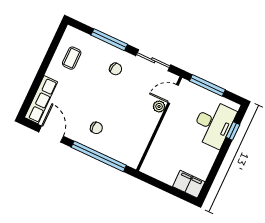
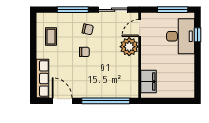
window: (207, 85) -> (173, 10), moved
plant: (159, 106) -> (129, 47), width x1.88, depth x1.88
chair: (96, 128) -> (84, 52), moved
filing cabinet: (189, 184) -> (148, 82), moved, turned 90

